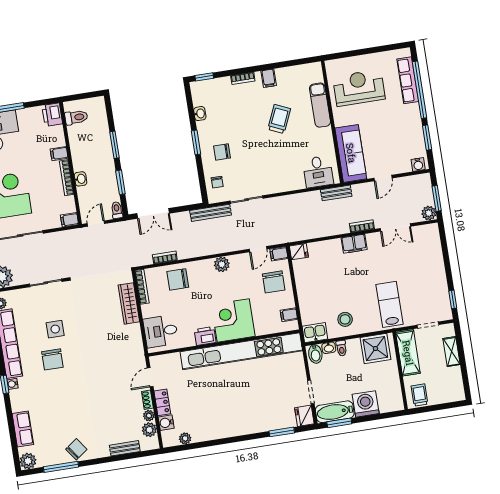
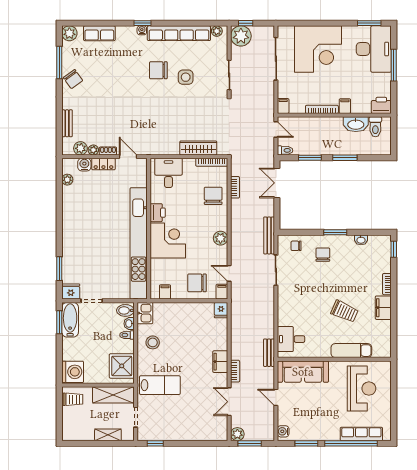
filing cabinet: (269, 78) -> (383, 308), width x2.00
washbasin: (81, 179) -> (356, 124), moved, width x1.91, depth x1.45
washing machine: (366, 404) -> (73, 372), moved

